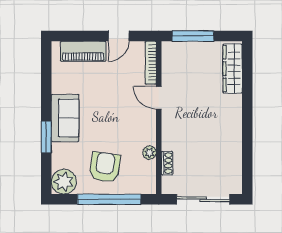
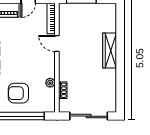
wardrobe: (233, 69) -> (110, 50), moved
armchair: (105, 167) -> (18, 93), turned -98

